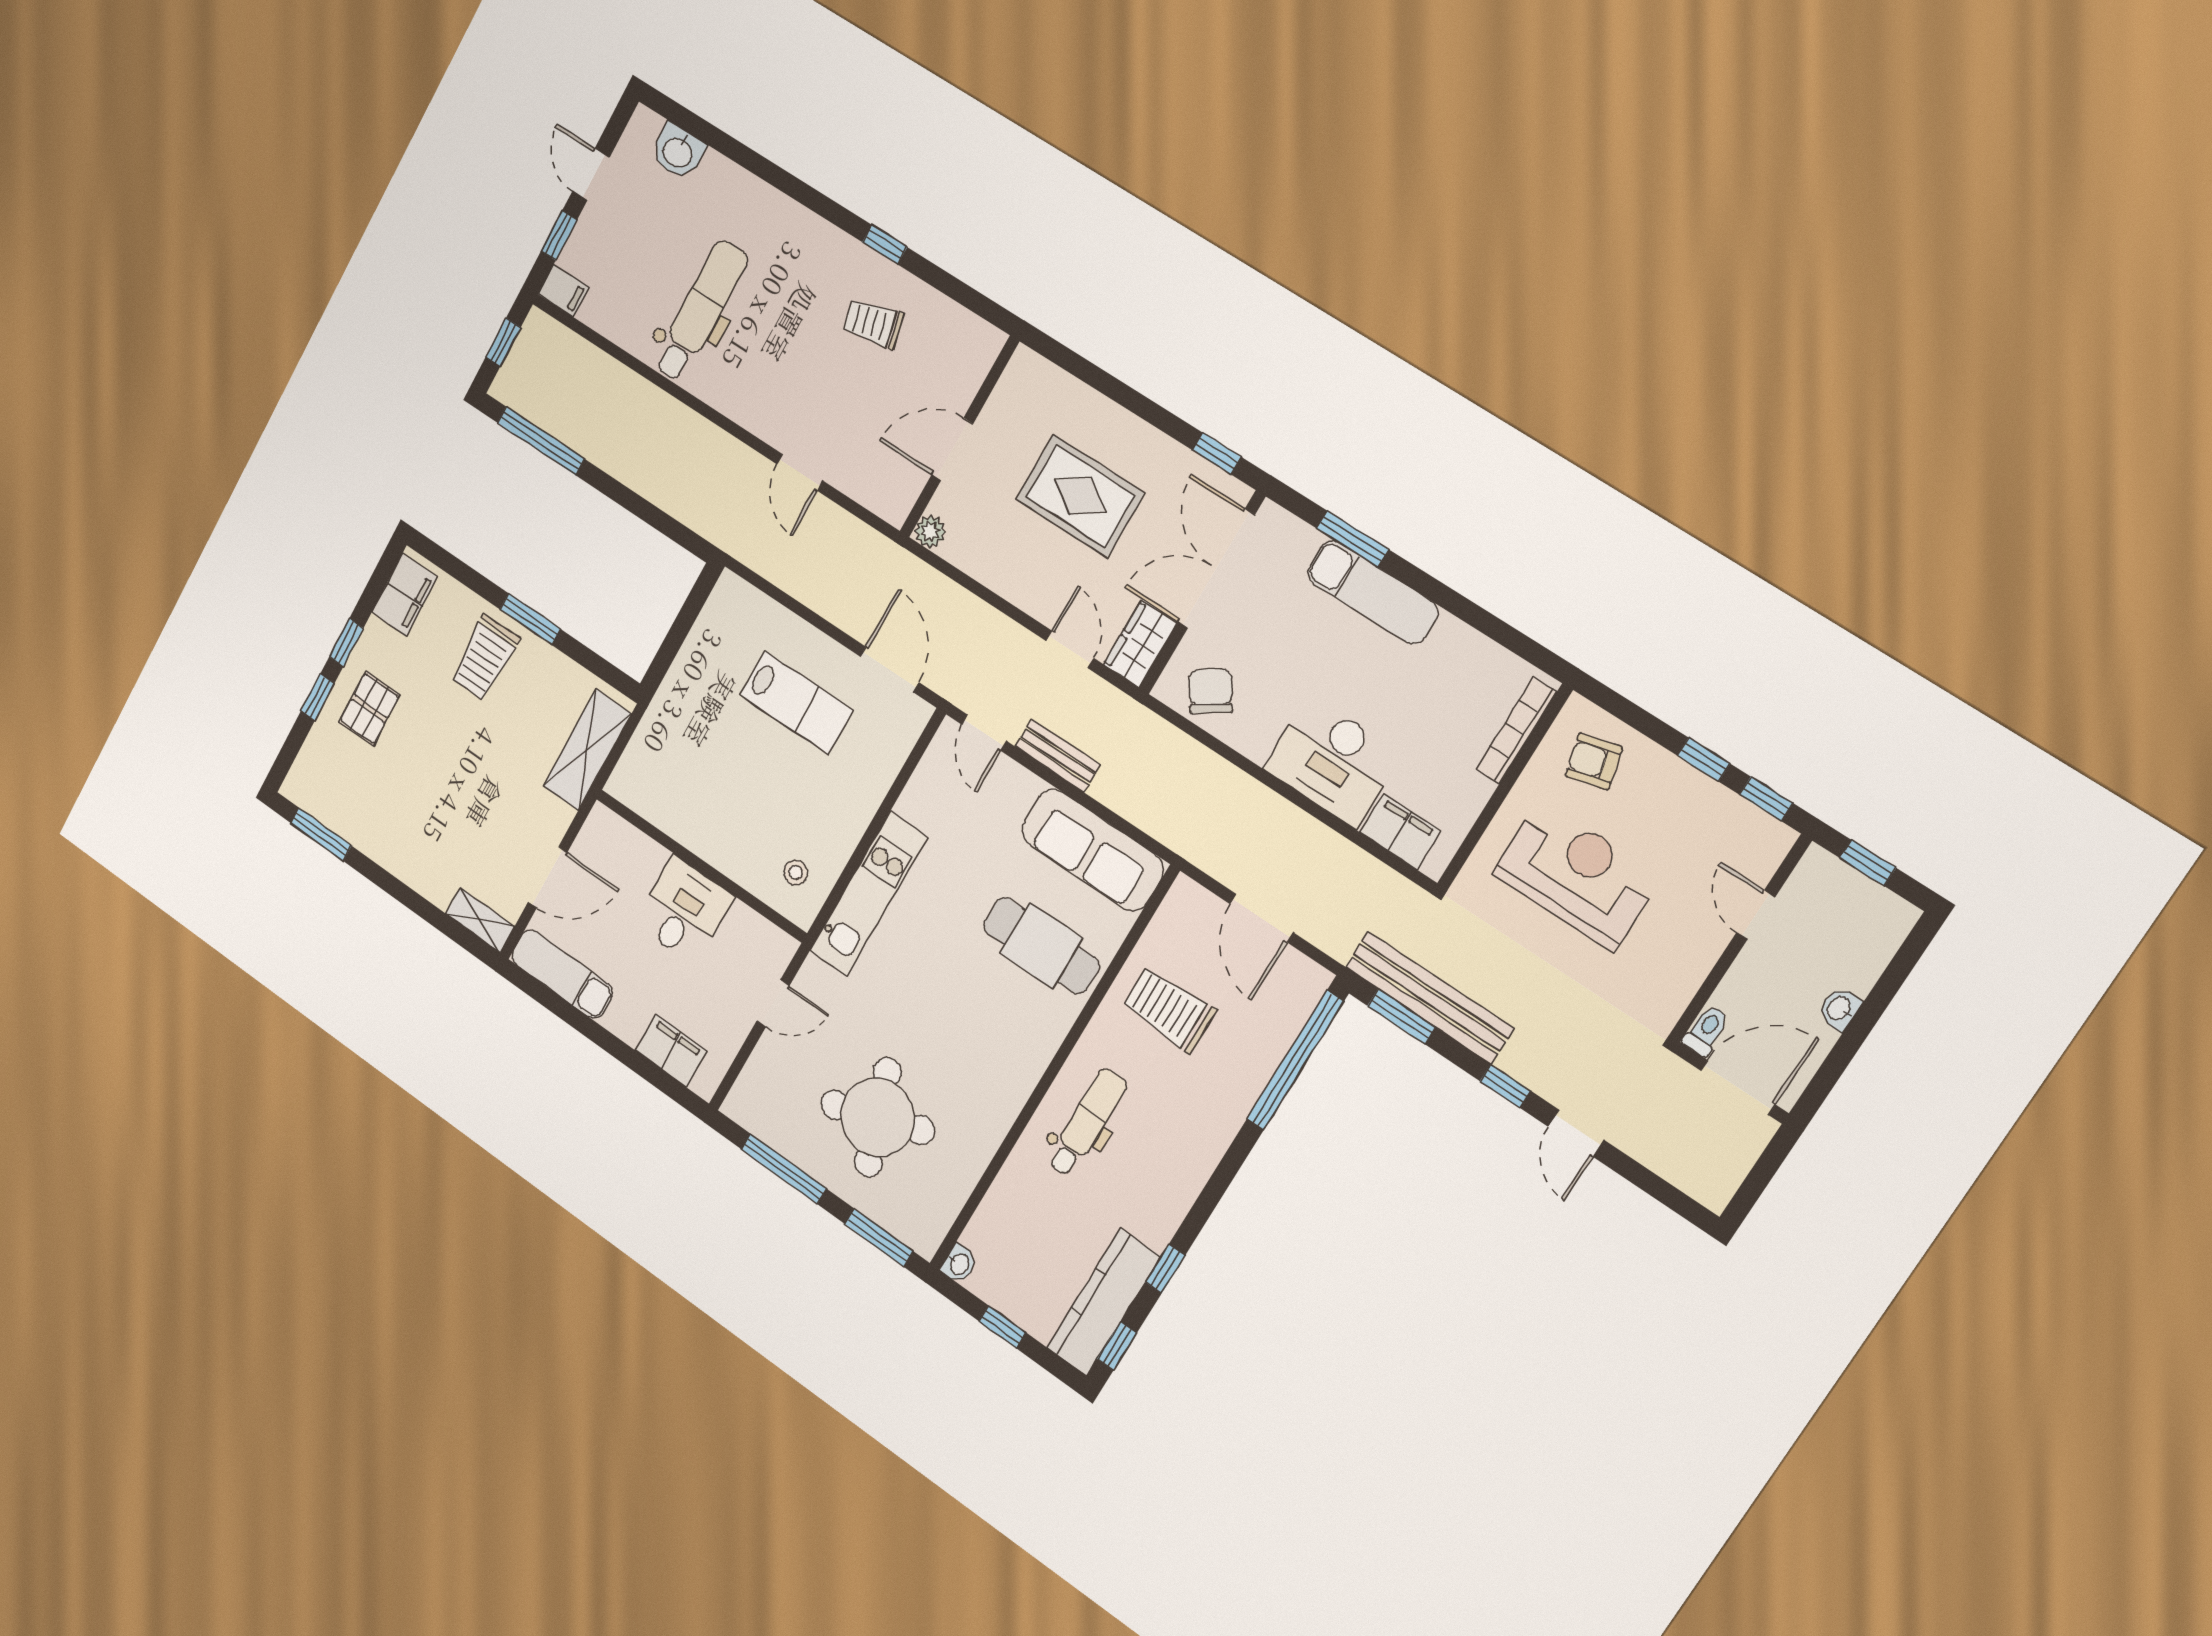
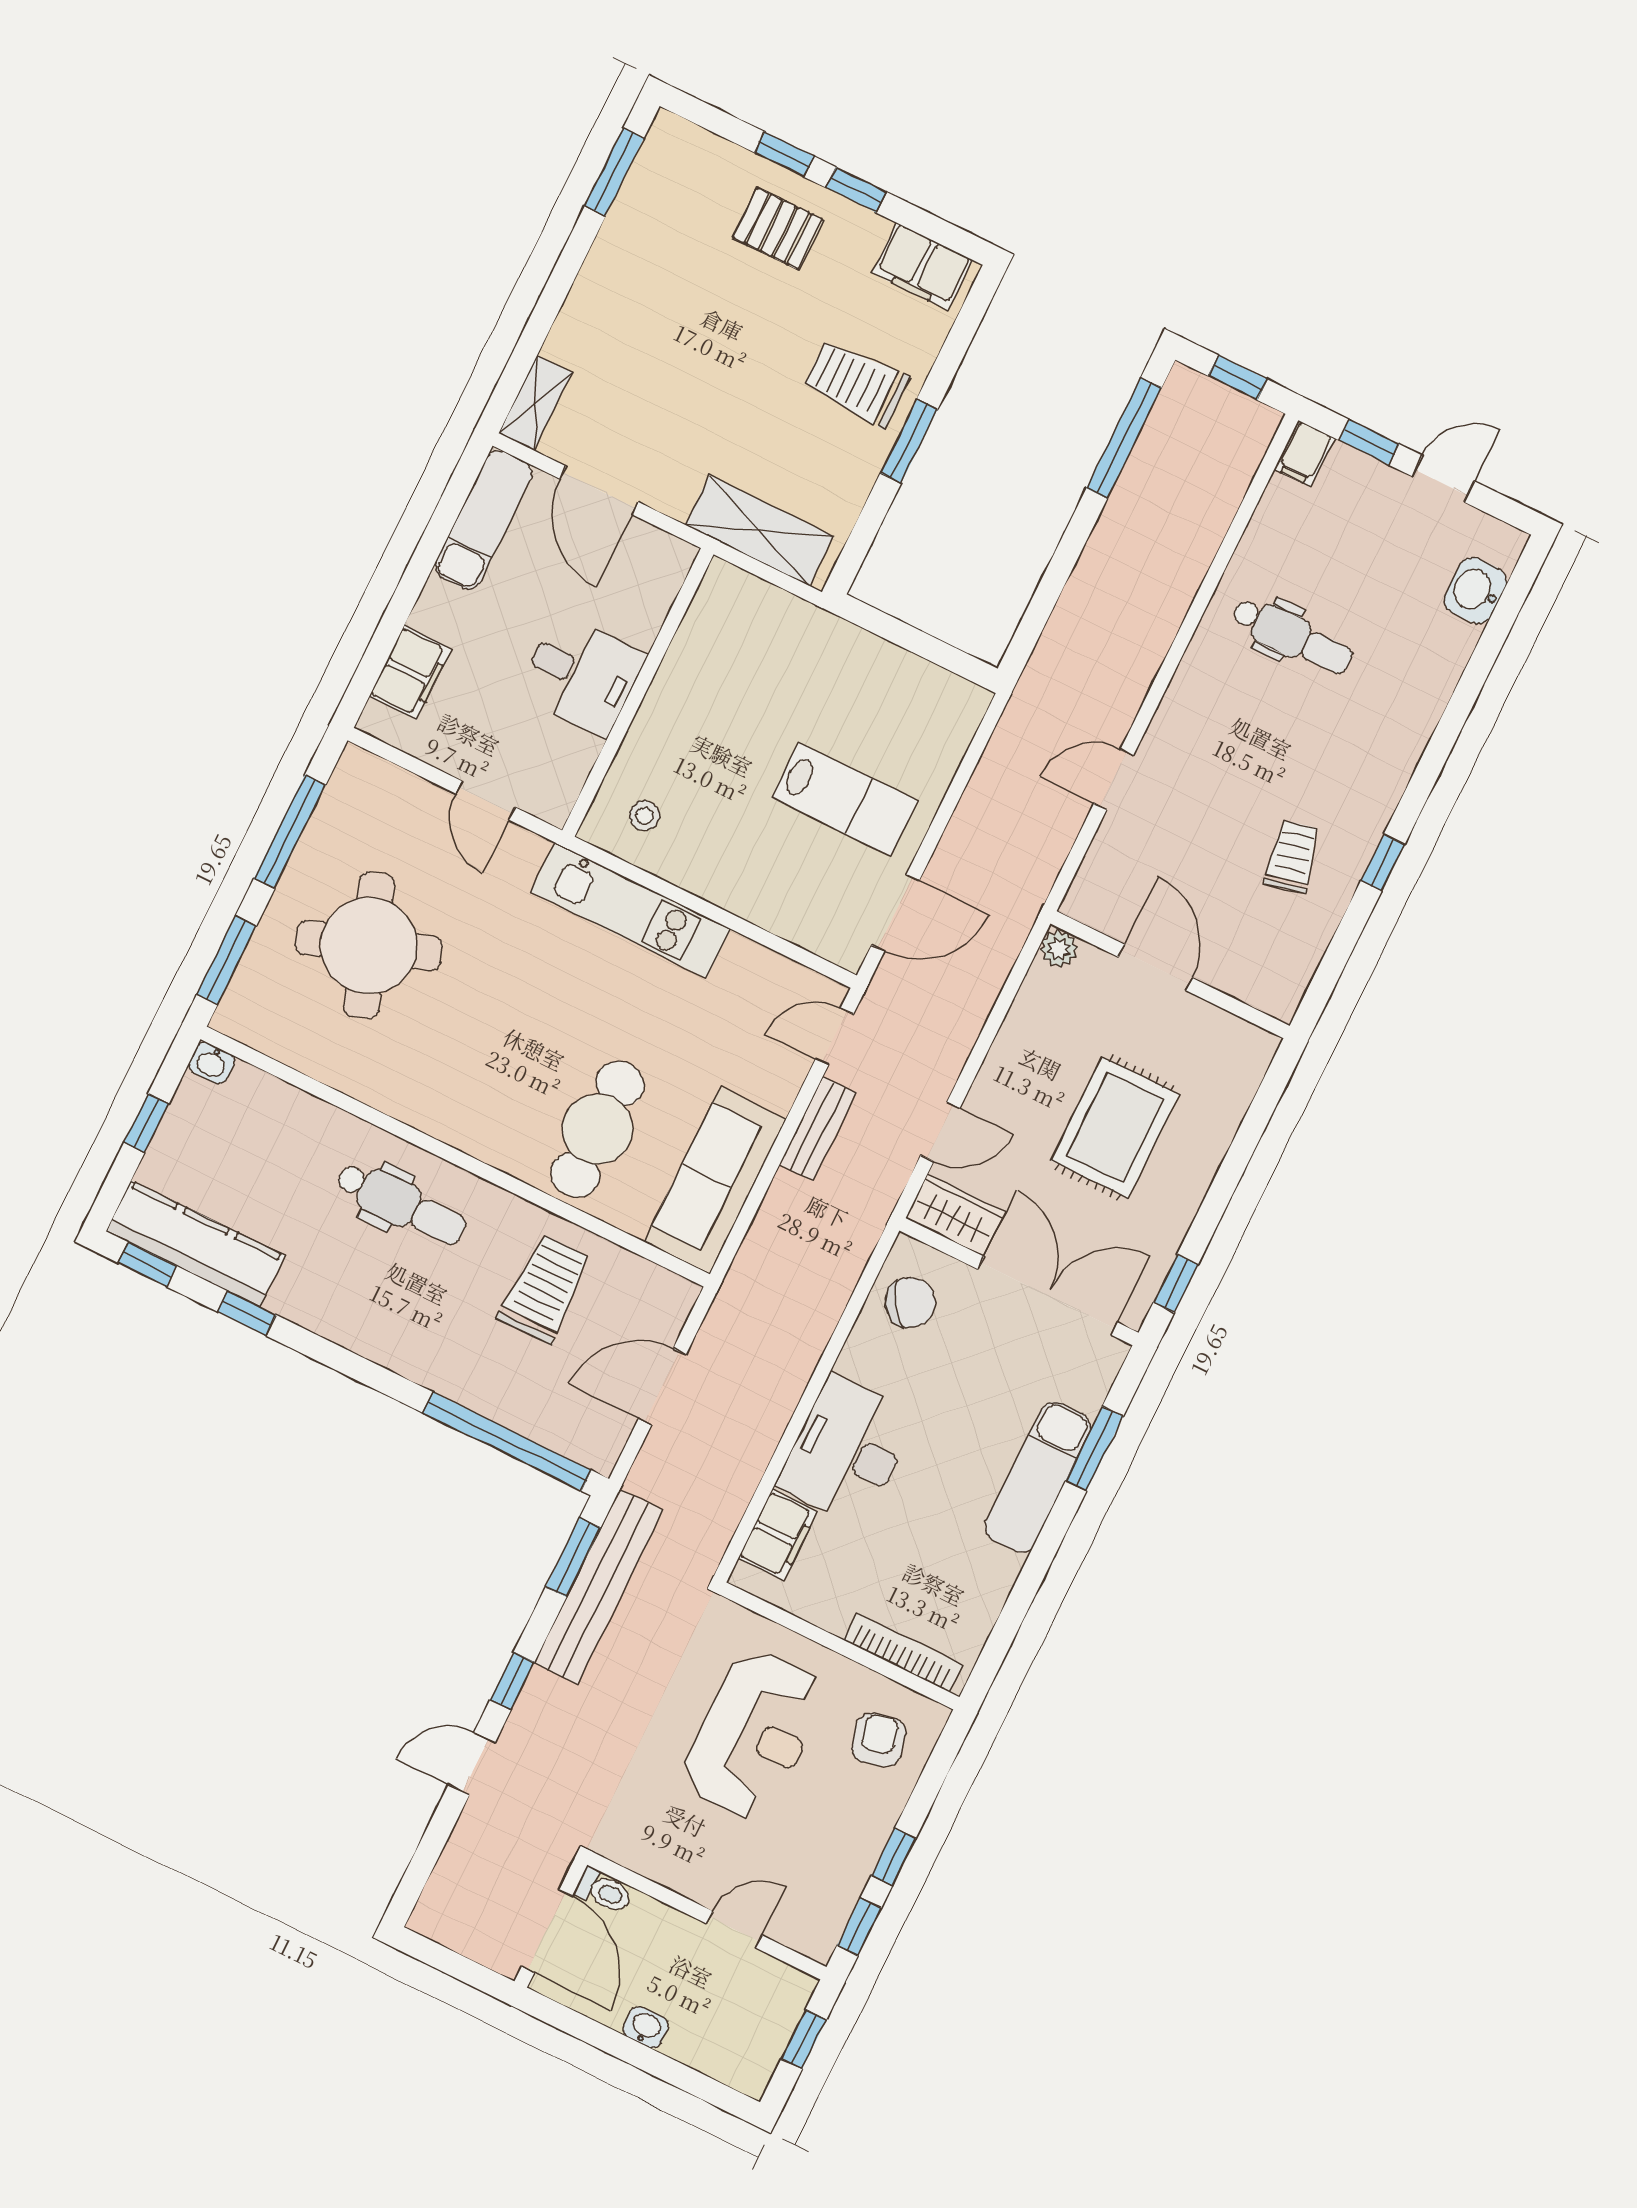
dental chair: (701, 311) -> (1292, 636), width x0.73, depth x0.72
lab bench: (796, 703) -> (845, 799), turned -90

